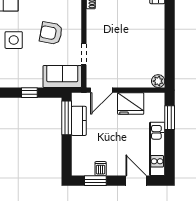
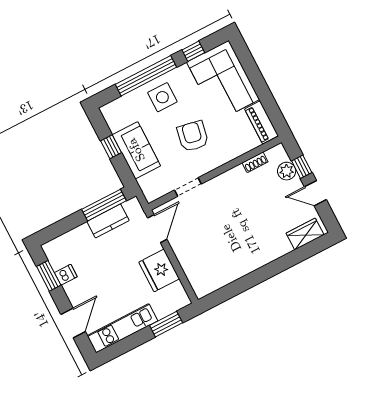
sofa: (62, 76) -> (136, 150), moved
plant: (158, 81) -> (202, 289), removed
door: (102, 90) -> (157, 229), swing flipped

